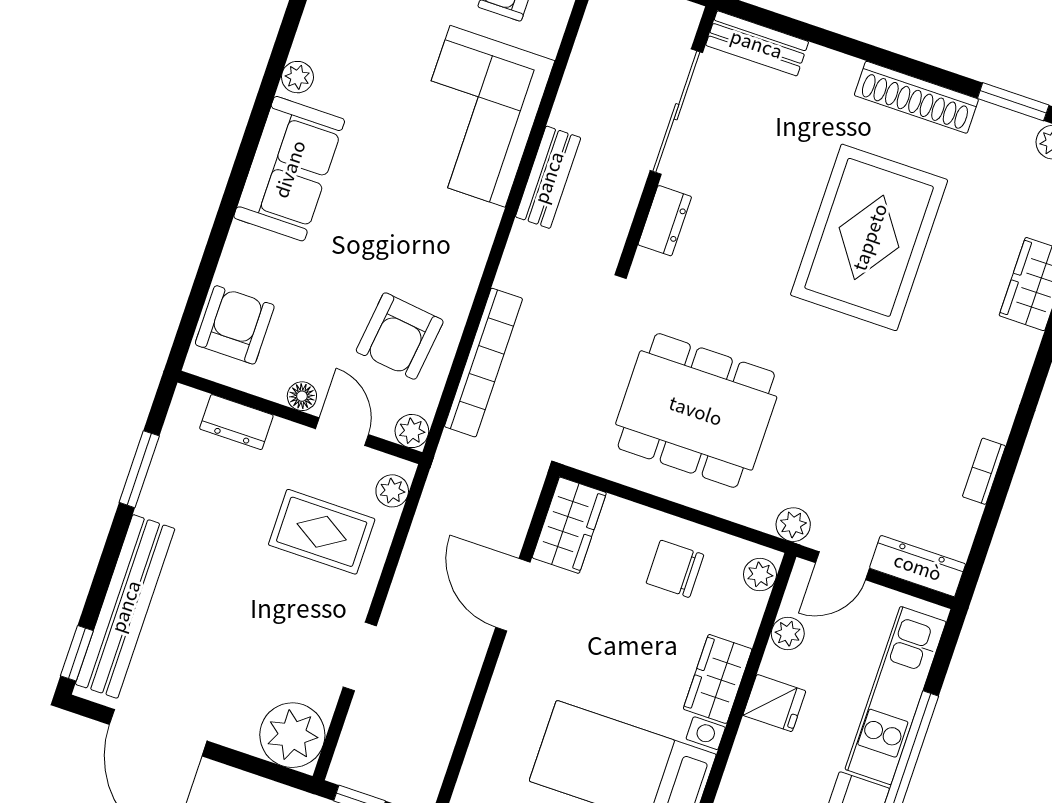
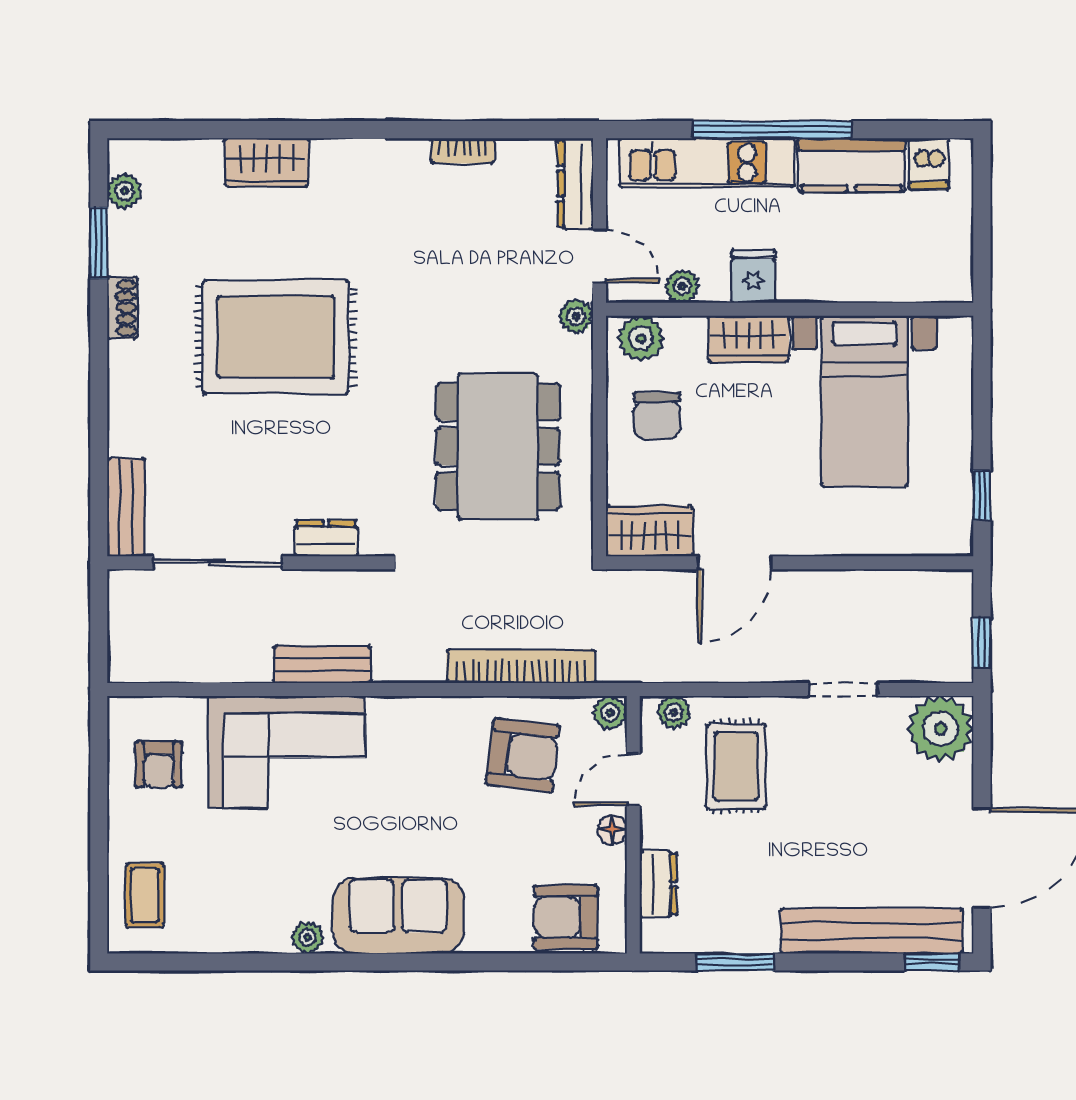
shoe rack: (916, 97) -> (122, 308), width x0.51, depth x0.81
plant: (760, 575) -> (641, 338), width x1.38, depth x1.38

